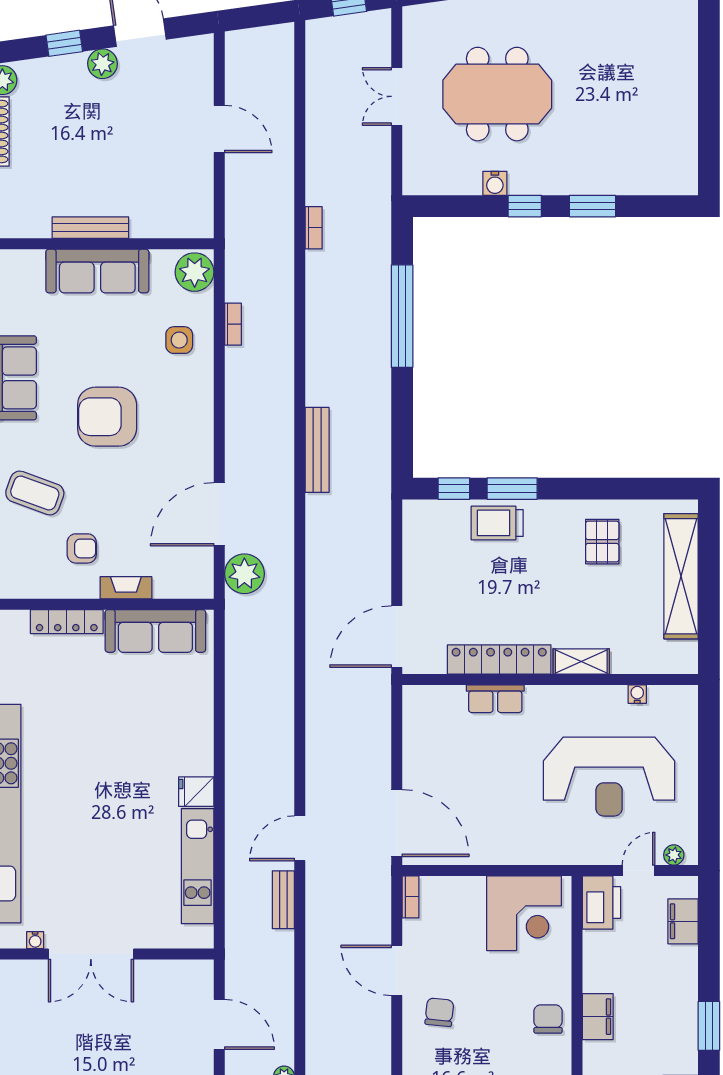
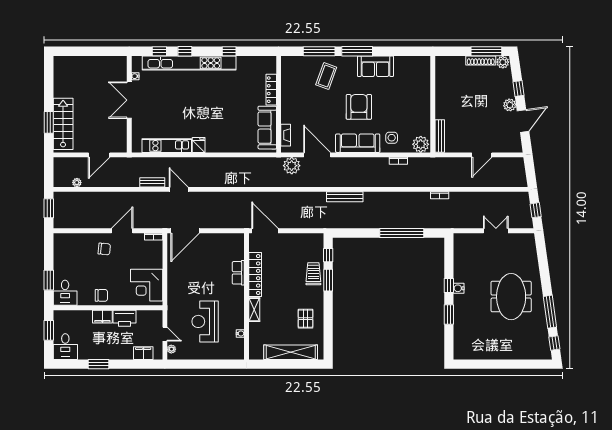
meeting table: (497, 94) -> (511, 297), moved
water cooler: (495, 183) -> (459, 288), moved
bench: (90, 228) -> (440, 136), moved
sofa: (97, 271) -> (358, 143), moved, turned 90
pallet: (602, 542) -> (306, 319), turned 90
armchair: (82, 548) -> (303, 96), removed
fireplace: (126, 588) -> (286, 135), moved
reception desk: (609, 777) -> (205, 321), width x0.74, depth x0.77
printer: (601, 902) -> (125, 318), moved

